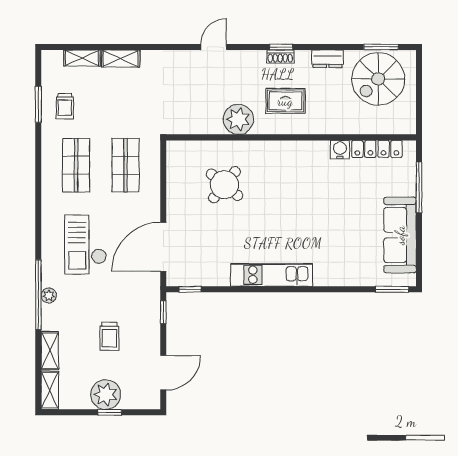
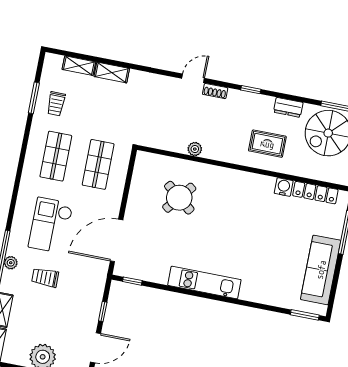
shoe rack: (280, 57) -> (215, 91), moved
rug: (285, 101) -> (267, 144), moved
plant: (238, 119) -> (195, 149), width x0.53, depth x0.53
window: (163, 312) -> (103, 312), moved
trolley: (109, 336) -> (45, 278), moved, turned 90

